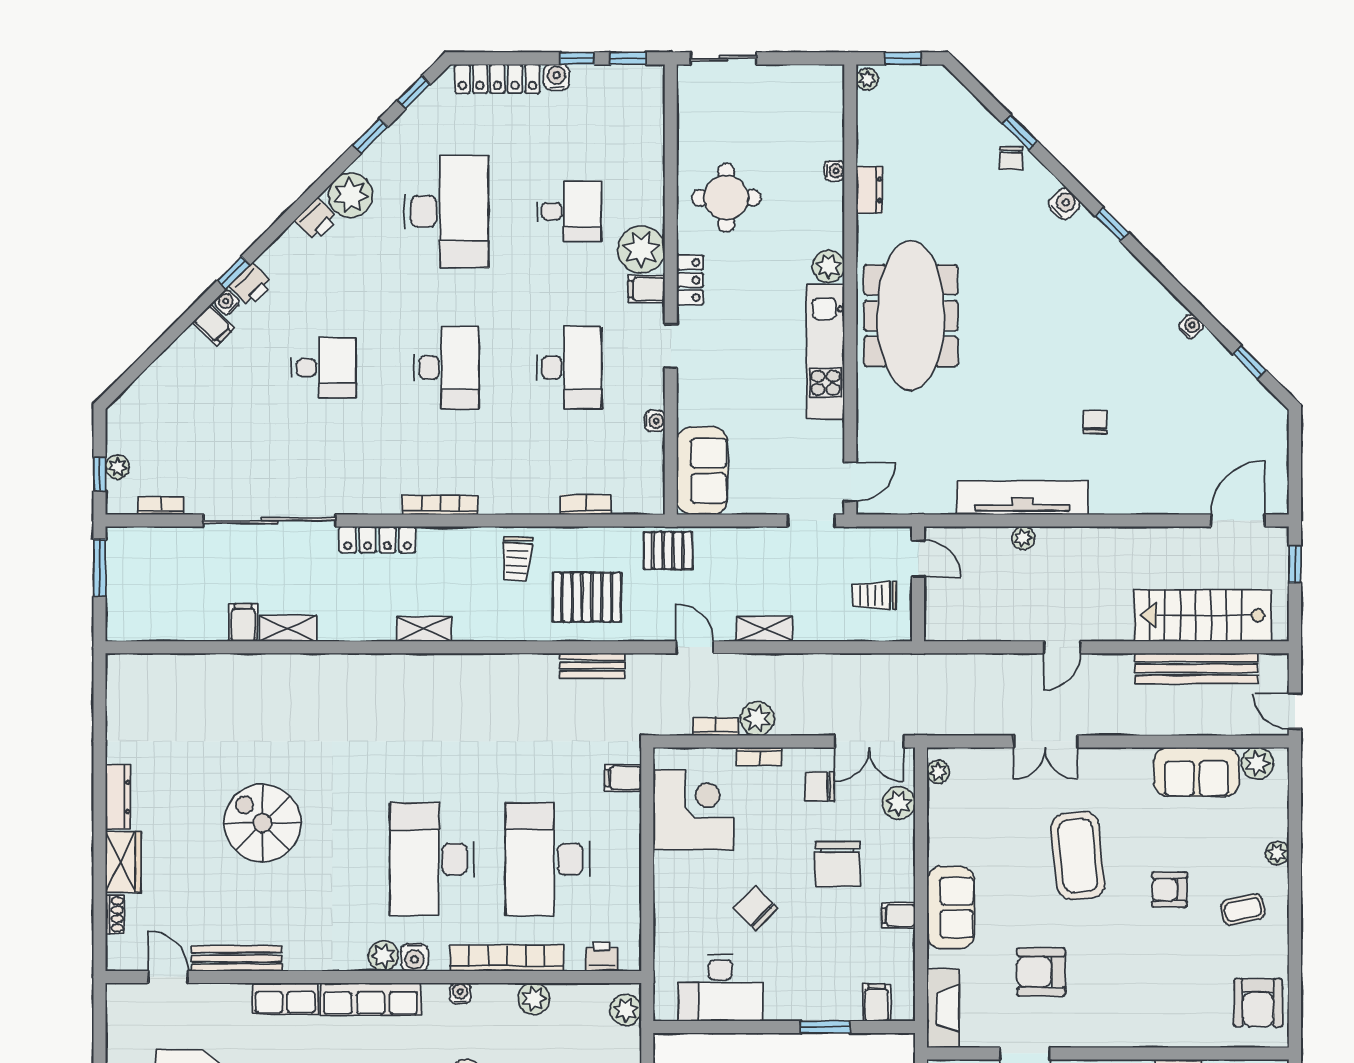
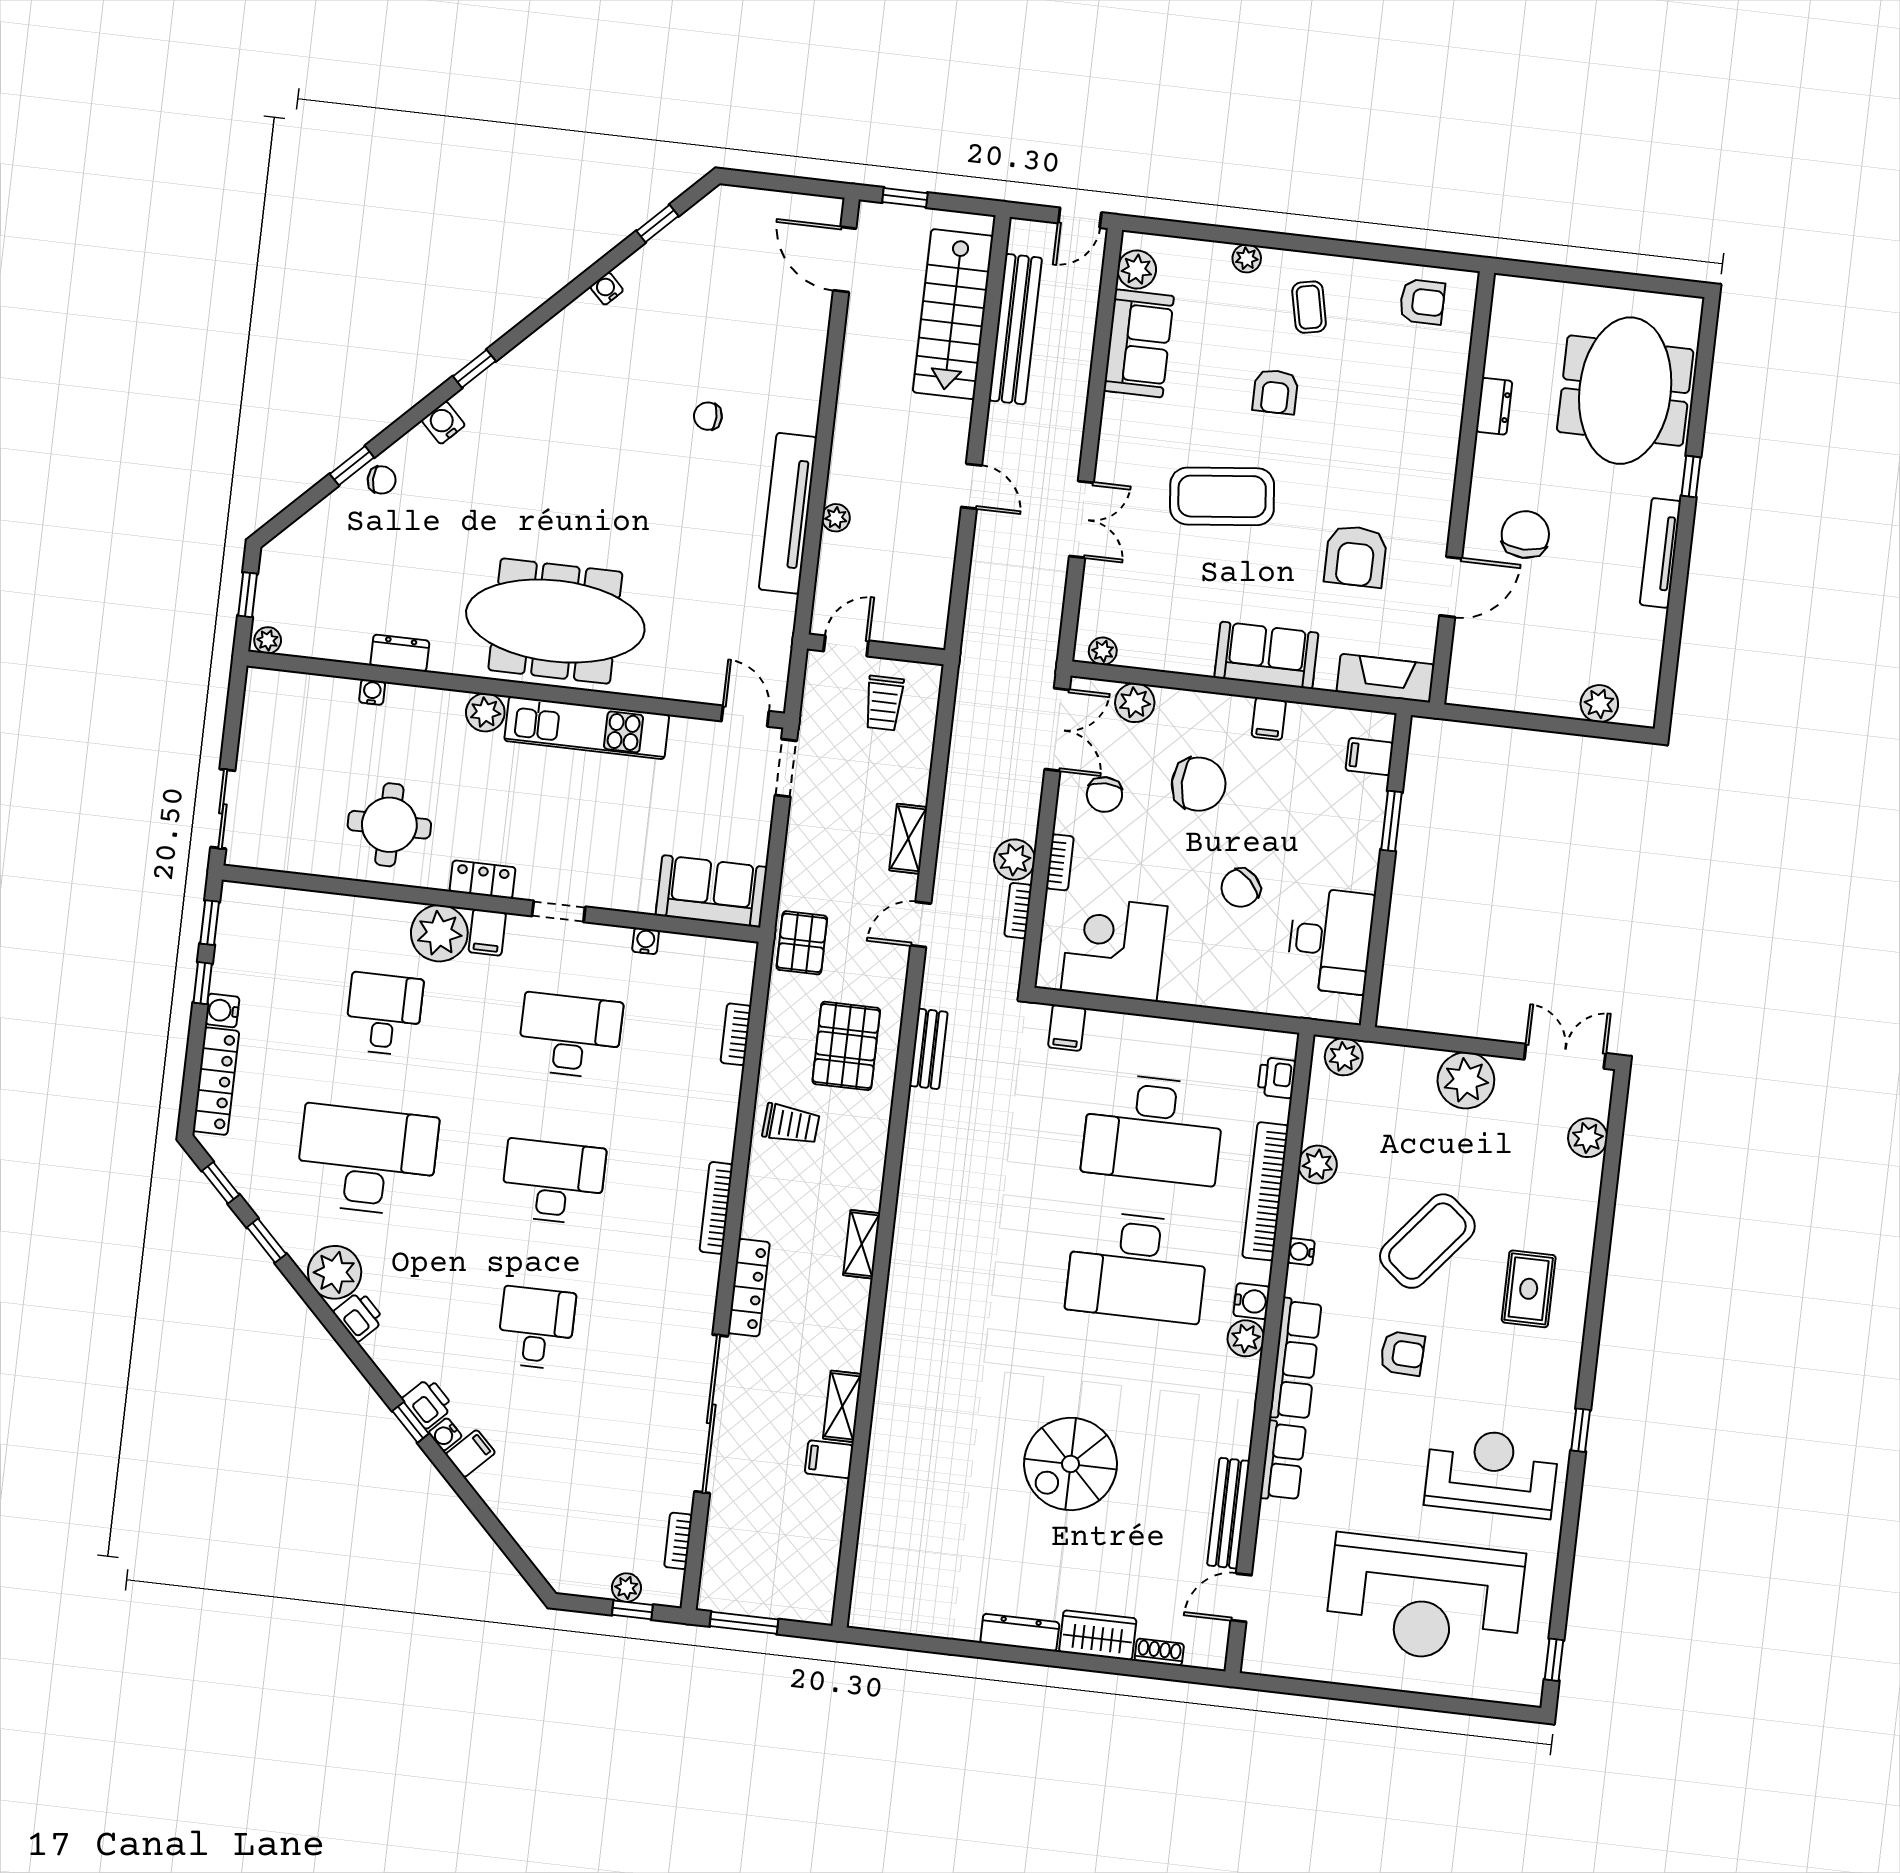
armchair: (1258, 1003) -> (1422, 302), width x0.72, depth x0.72

